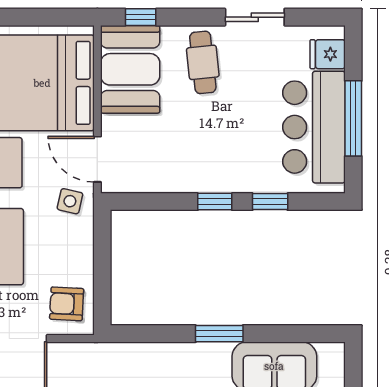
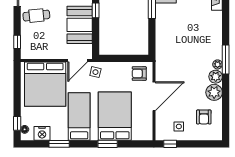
booth: (130, 69) -> (80, 25), moved, turned 90
armchair: (67, 304) -> (139, 74), turned 87

